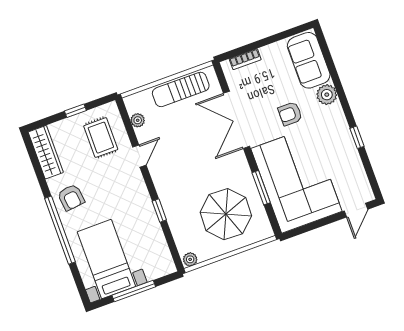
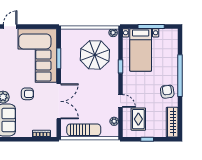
door: (139, 156) -> (120, 101), swing flipped
parasol: (226, 214) -> (95, 55), moved
bed with nightstands: (106, 259) -> (141, 50), moved

